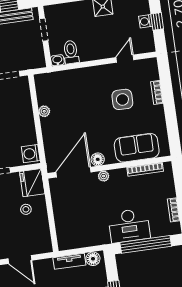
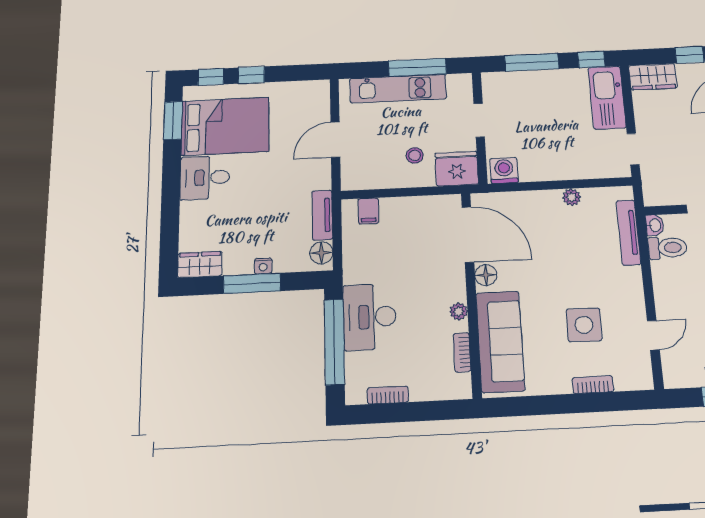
door: (125, 59) -> (653, 335), hinge flipped
tv unit: (63, 76) -> (628, 232), added
sofa: (137, 148) -> (500, 341), width x1.36
bookcase: (145, 169) -> (462, 352), width x0.64
plant: (104, 176) -> (459, 311), moved
filing cabinet: (64, 234) -> (368, 211), added

